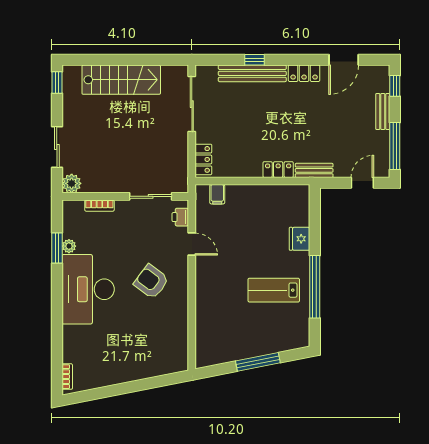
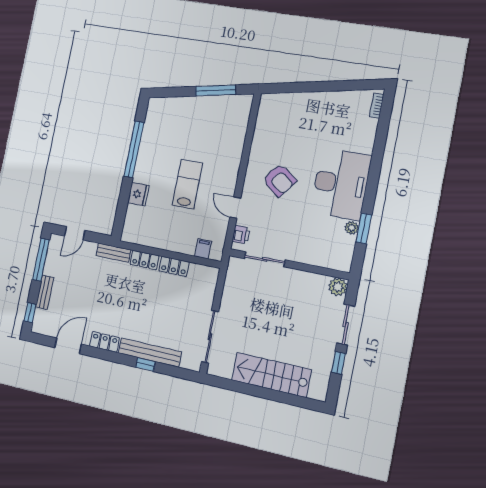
window: (57, 83) -> (338, 363), moved
locker: (203, 159) -> (174, 266), moved, turned -90
bookcase: (99, 206) -> (315, 260), removed
lab bench: (274, 290) -> (187, 184), moved, turned -90
window: (258, 362) -> (216, 90), moved

